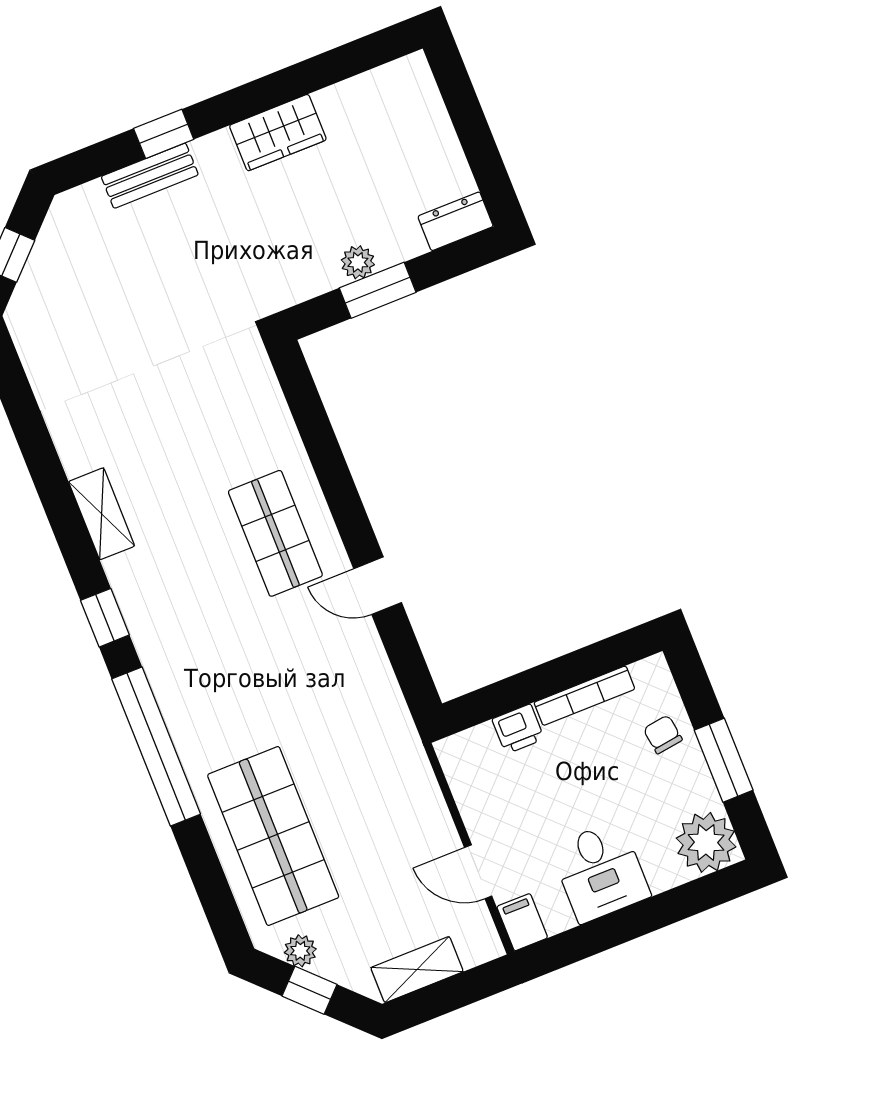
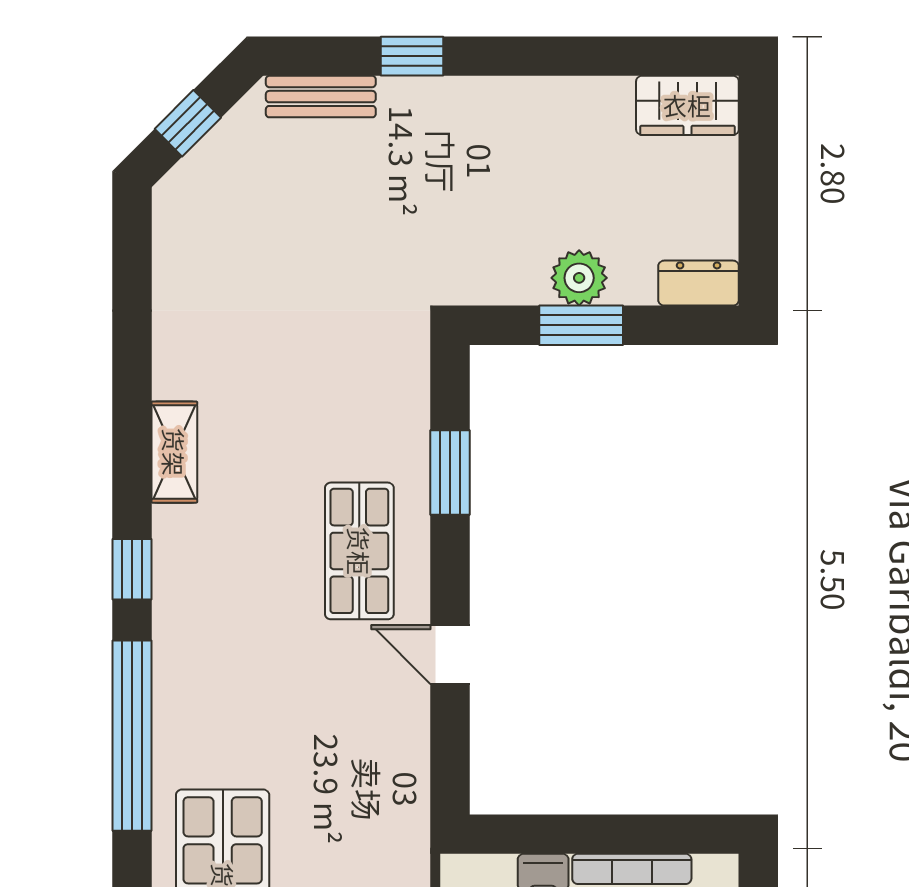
wardrobe: (278, 133) -> (687, 105), moved
bench: (150, 176) -> (321, 97), moved
plant: (358, 262) -> (579, 278), width x1.38, depth x1.38
window: (321, 445) -> (450, 473), added

